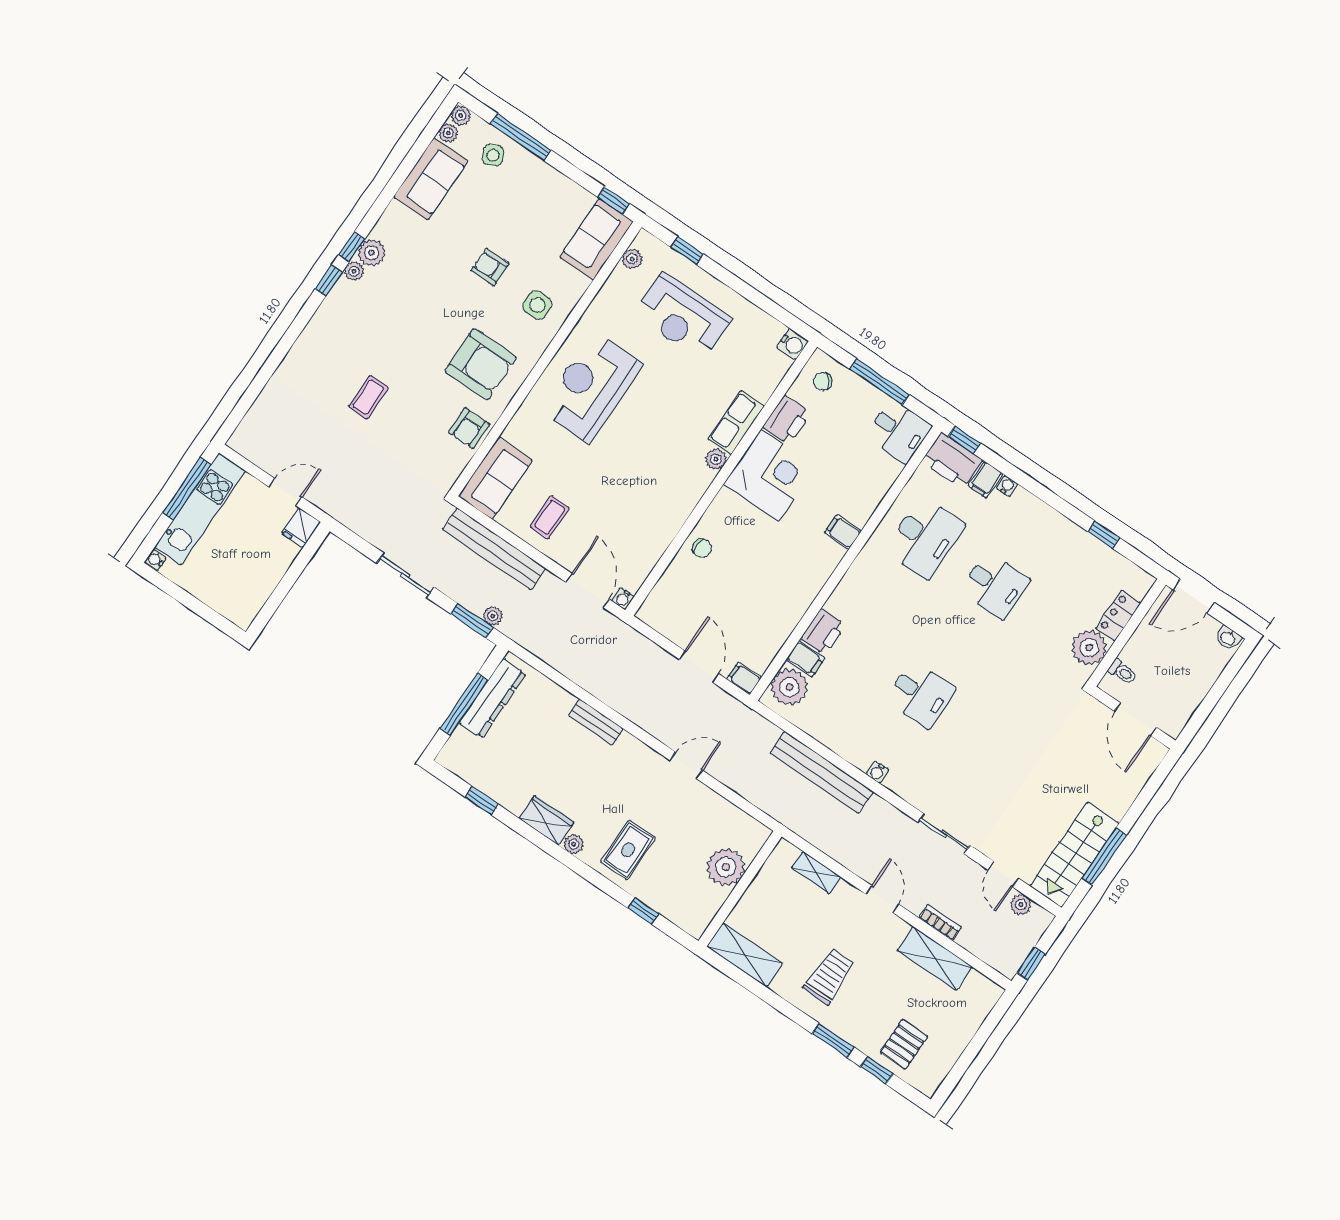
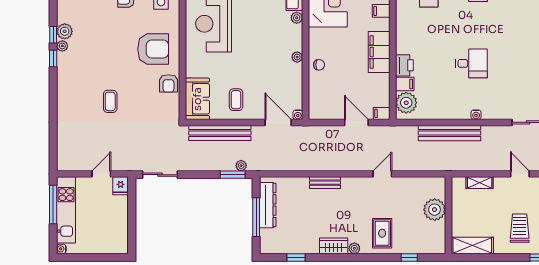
plant: (678, 516) -> (297, 57), added
sliding door: (405, 575) -> (160, 175), moved
filing cabinet: (800, 588) -> (379, 52), added

